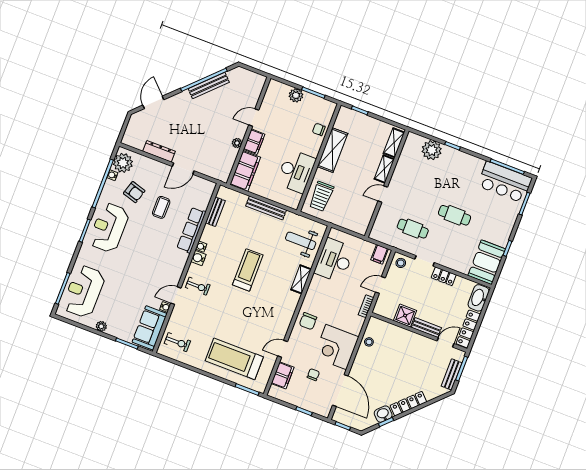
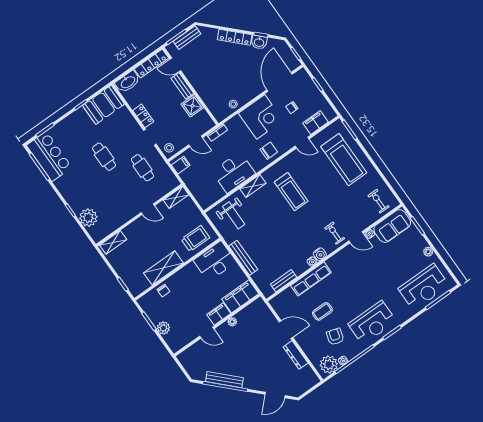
shelving: (384, 169) -> (176, 197), moved
desk: (296, 171) -> (215, 261), moved
desk: (334, 260) -> (234, 172), moved
treadmill: (248, 270) -> (291, 192), moved, turned -90

